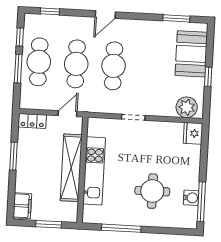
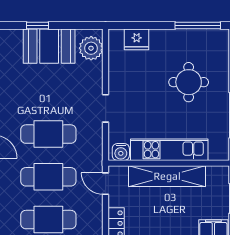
booth: (191, 54) -> (49, 46), moved
window: (208, 77) -> (37, 26), moved
fridge: (193, 133) -> (137, 39), moved
water cooler: (191, 198) -> (121, 152), moved, turned 180

